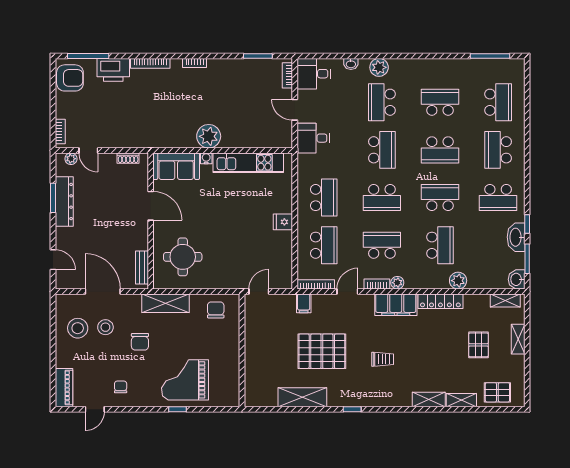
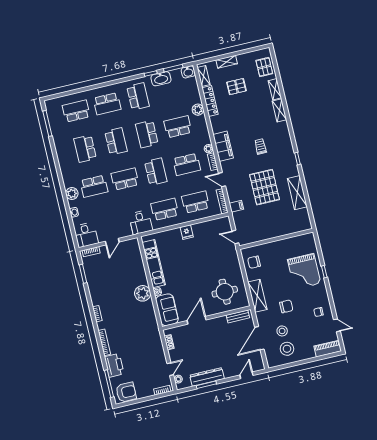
armchair: (70, 78) -> (126, 392), turned 90
desk: (313, 138) -> (141, 222), moved
school desk: (382, 245) -> (187, 164), turned -90
locker: (440, 301) -> (210, 101), moved

